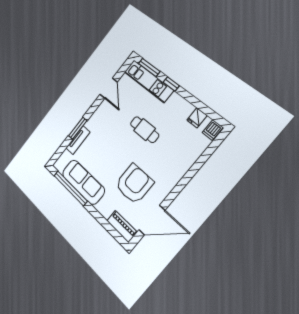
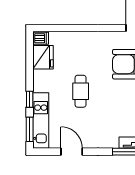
door: (109, 88) -> (72, 152), hinge flipped
fridge: (197, 118) -> (43, 57), width x1.88, depth x1.34

